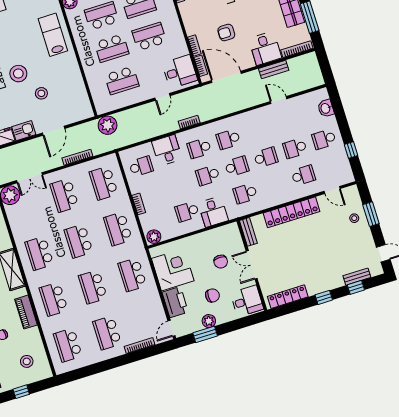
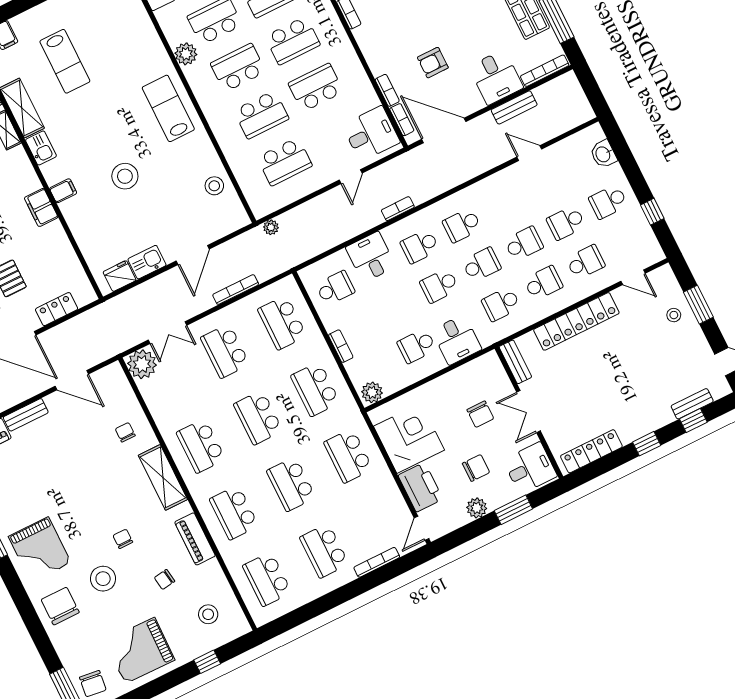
stool: (41, 93) -> (214, 186), moved
plant: (108, 125) -> (271, 227), width x0.53, depth x0.53
school desk: (274, 184) -> (543, 283), added
window: (205, 334) -> (513, 510), moved

